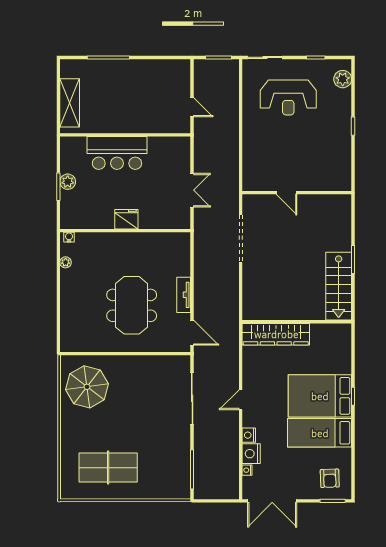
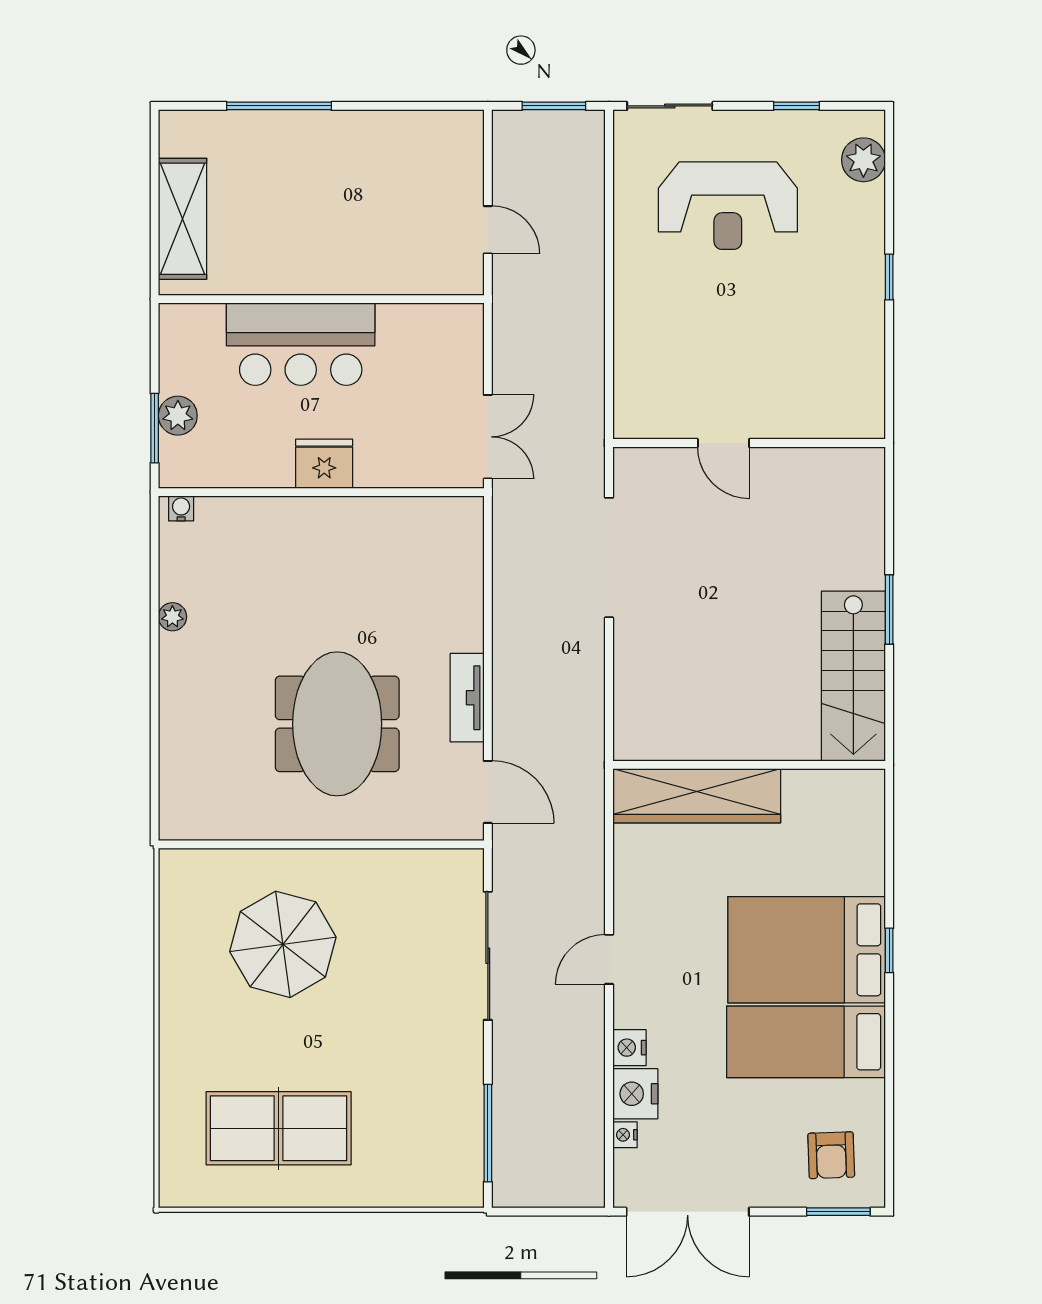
fridge: (126, 219) -> (324, 464), moved
wall: (125, 231) -> (321, 492), moved
water cooler: (69, 237) -> (181, 508), moved
parasol: (87, 387) -> (283, 944), moved

